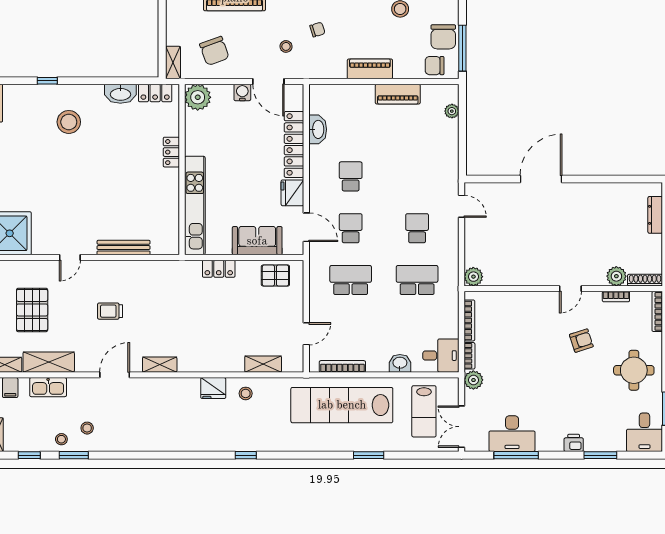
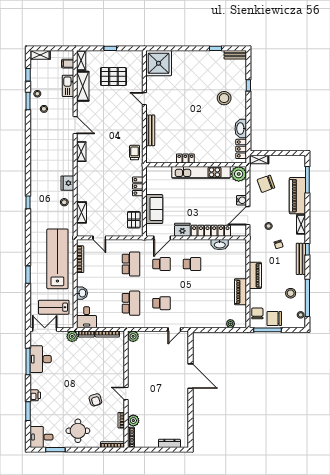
locker: (171, 152) -> (185, 159), moved
kitchen unit: (195, 206) -> (201, 172), moved
trolley: (110, 311) -> (135, 152), moved

